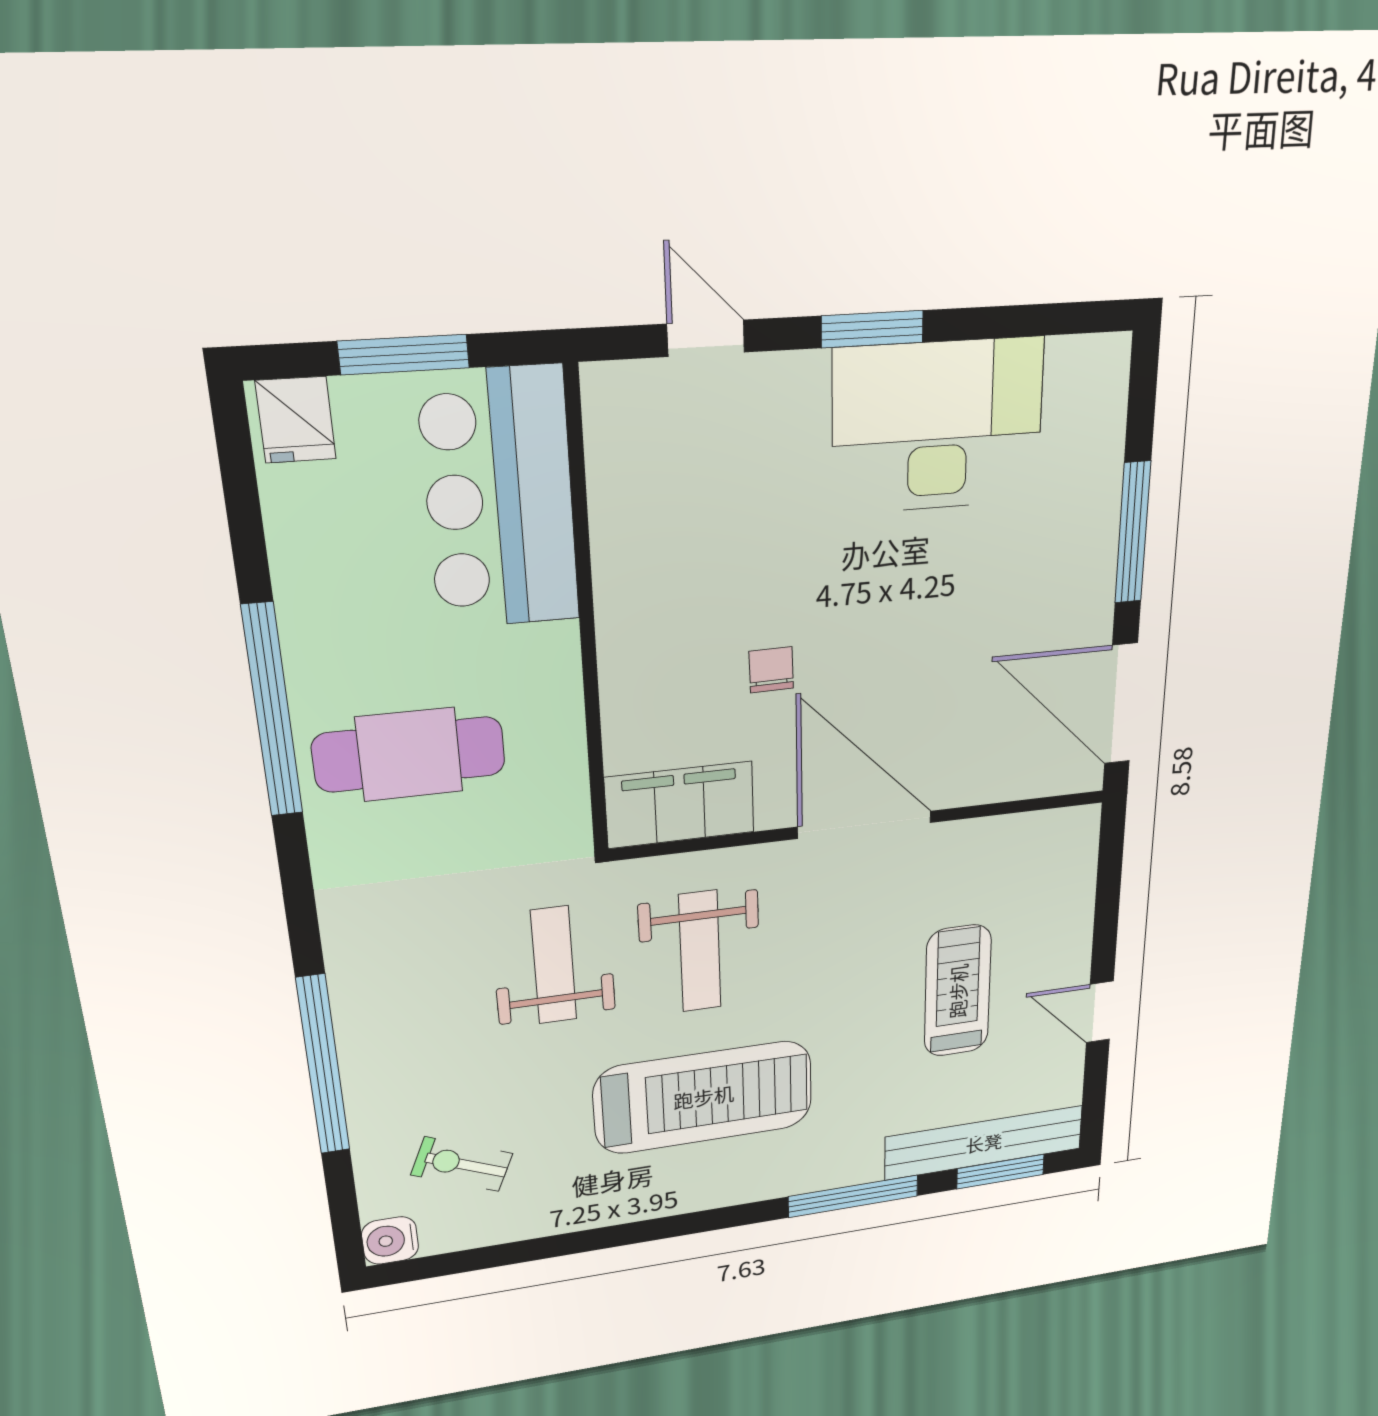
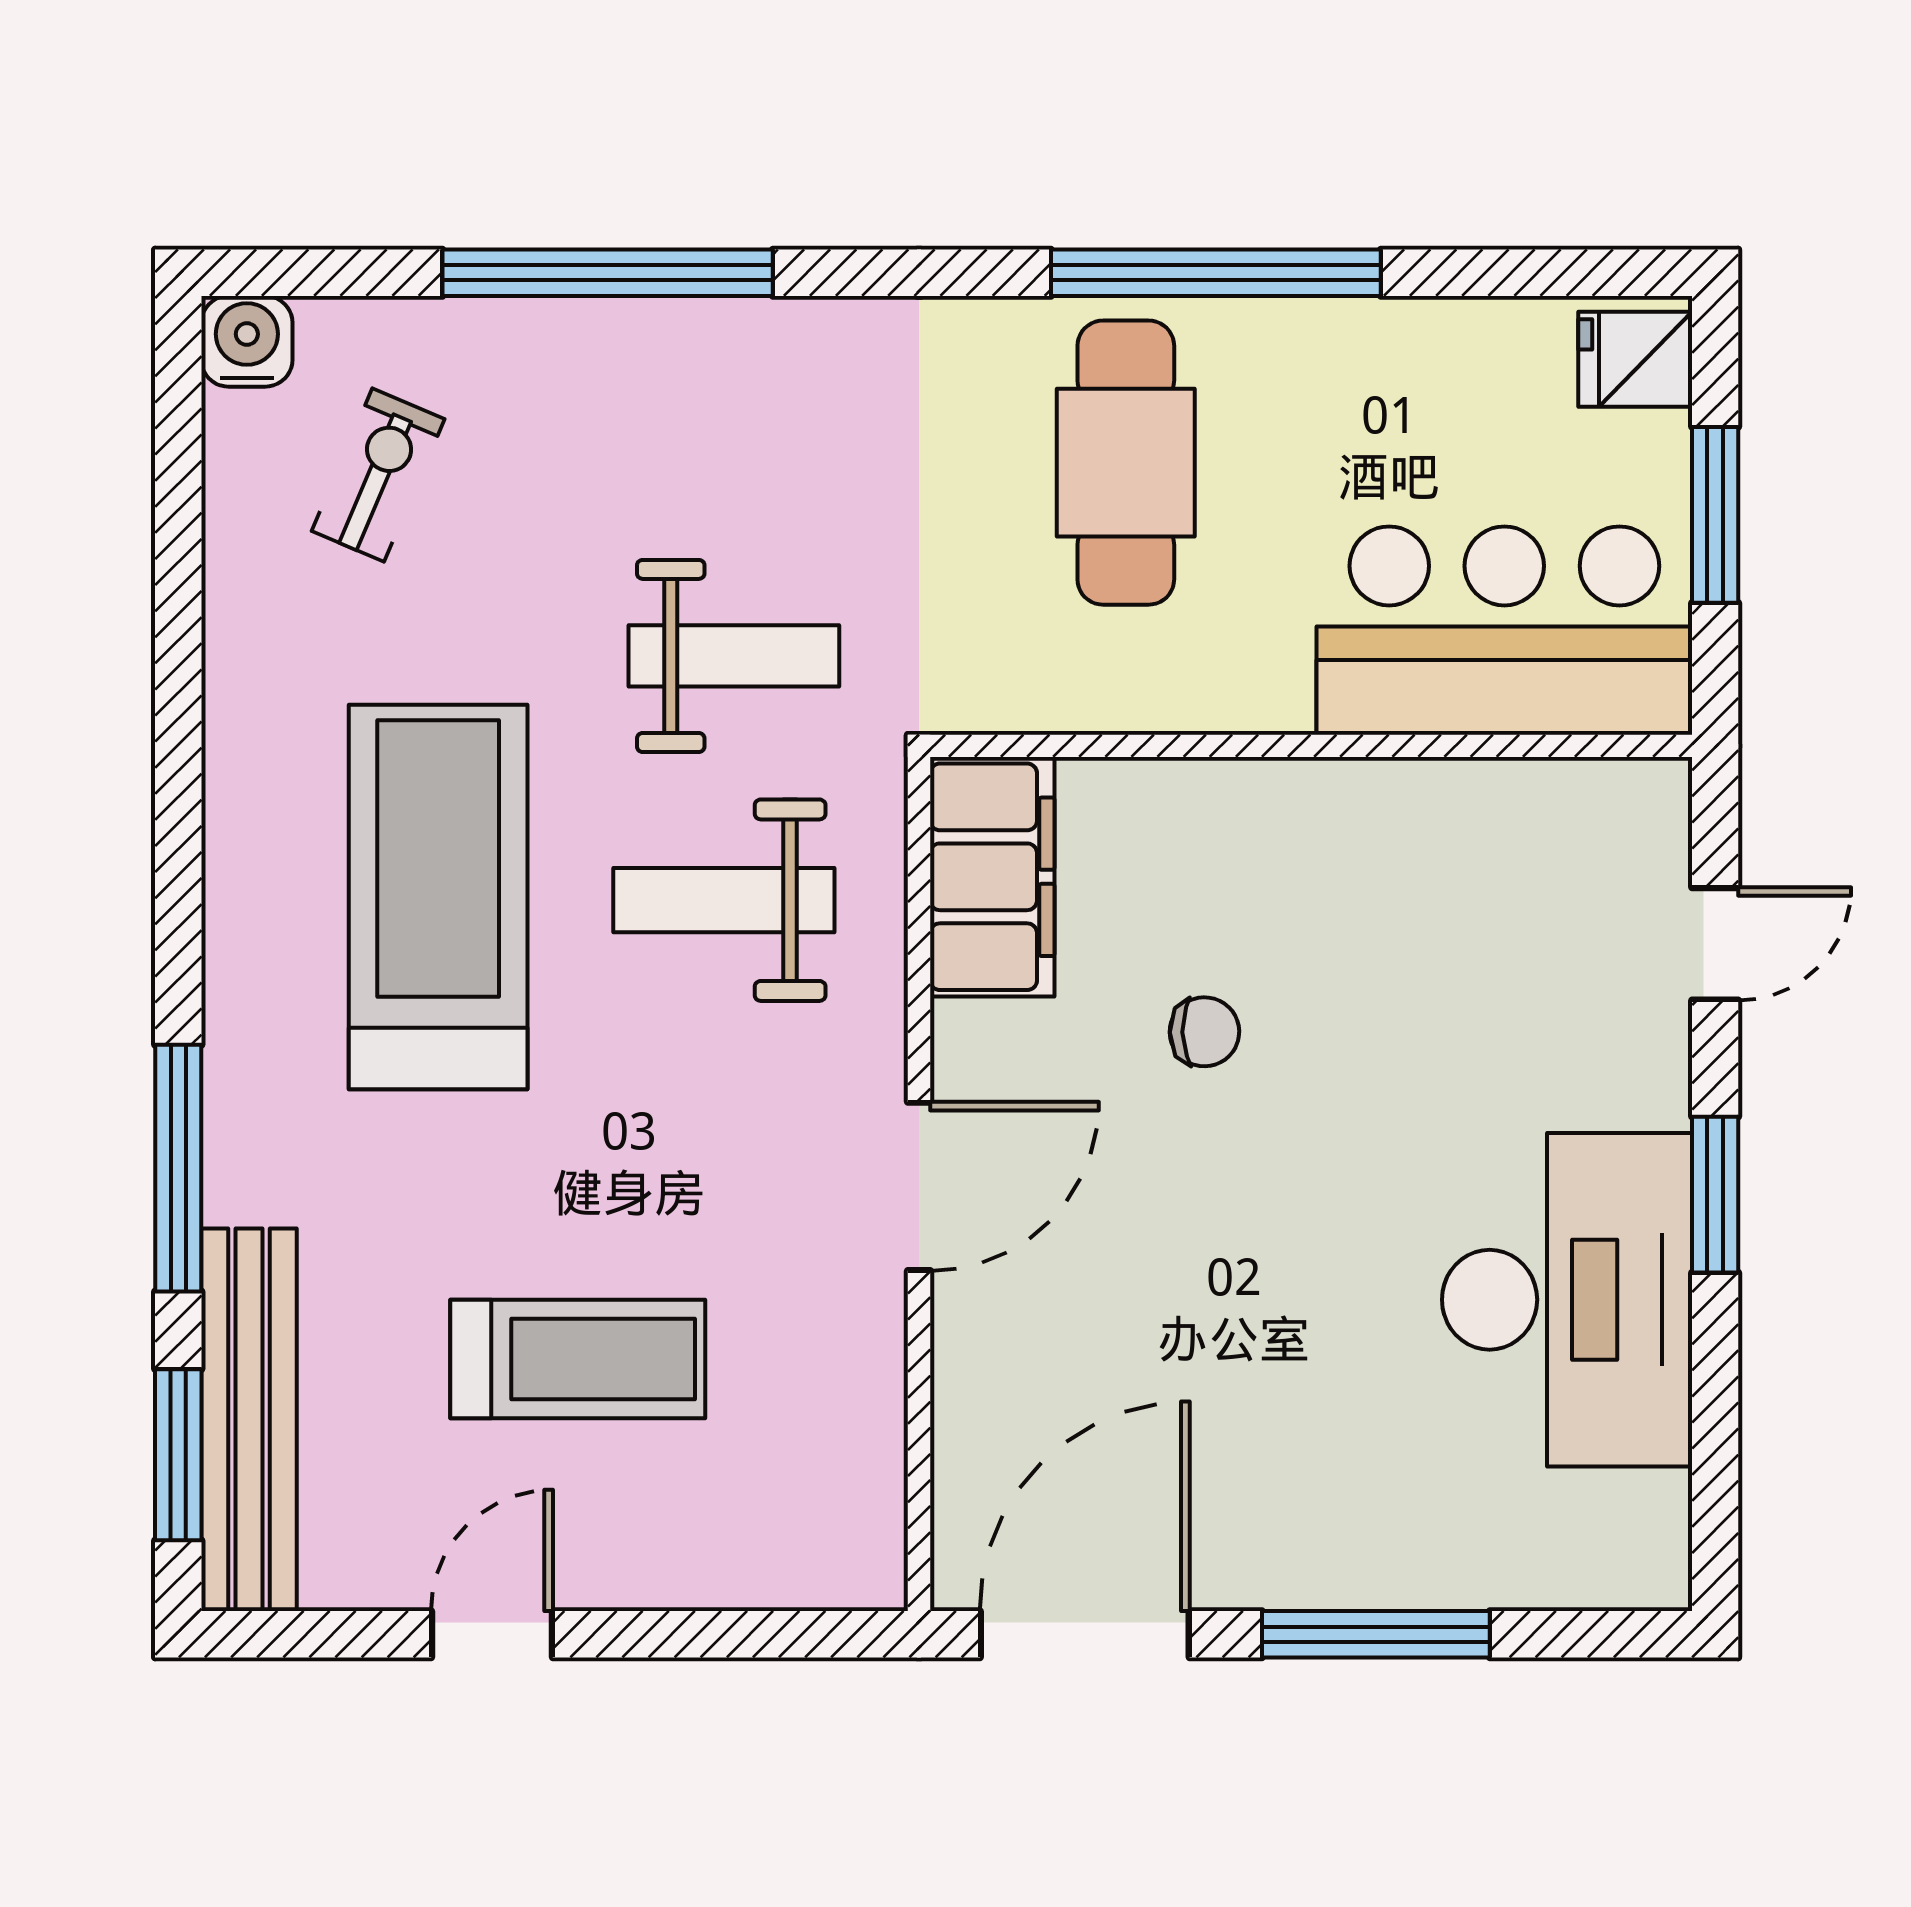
door: (865, 825) -> (919, 1186), width x0.73
treadmill: (704, 1097) -> (438, 897), turned 180

